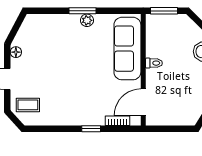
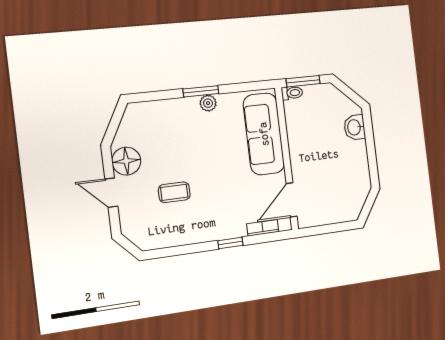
floor lamp: (16, 52) -> (126, 161), width x1.89, depth x1.89
toilet: (154, 63) -> (292, 93), moved
coffee table: (28, 105) -> (174, 192), moved

